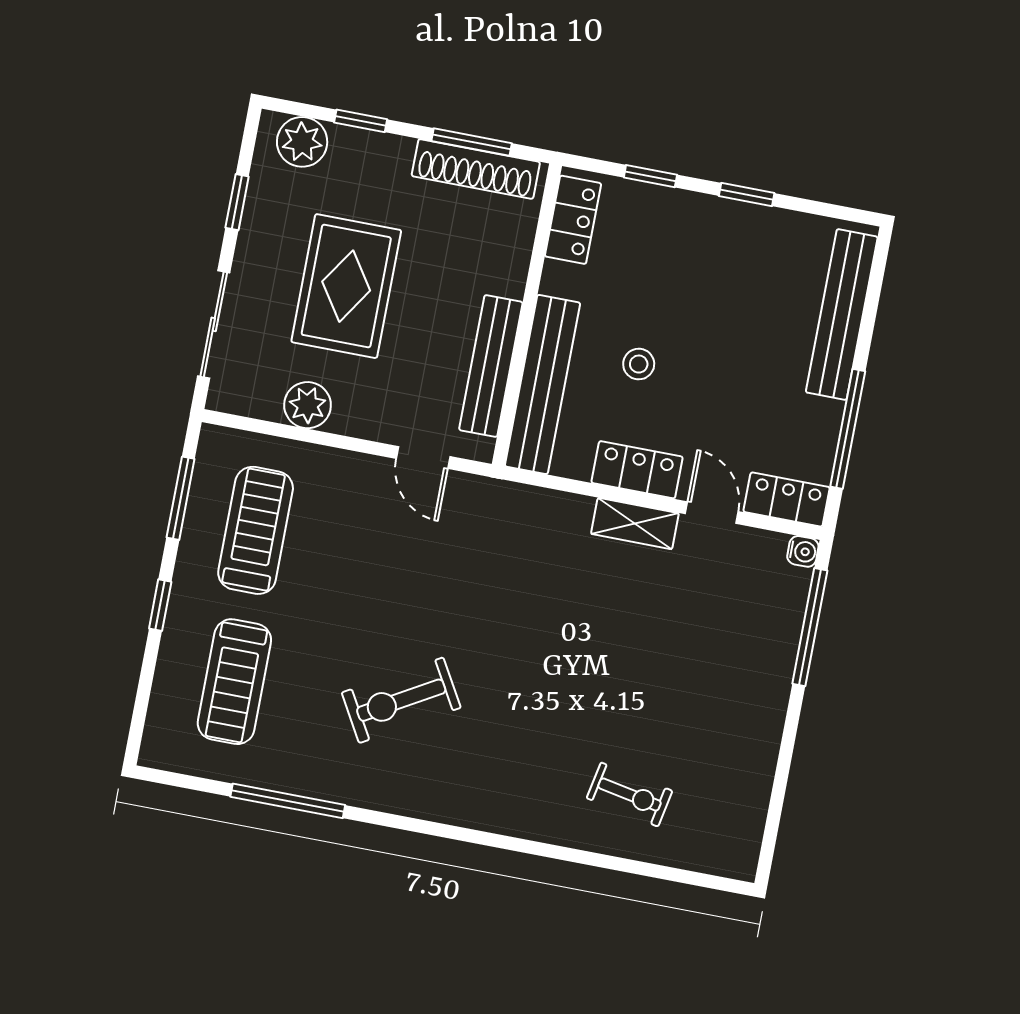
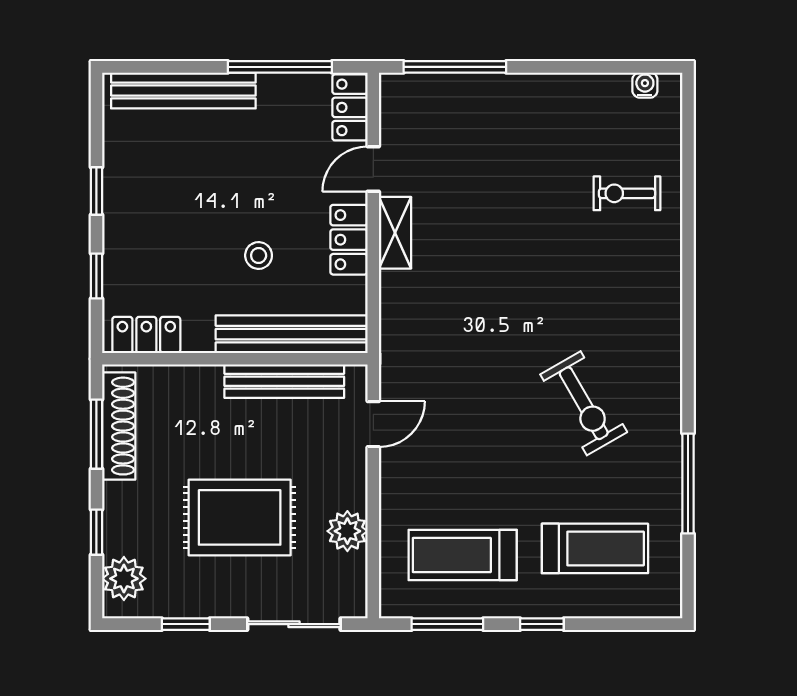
water cooler: (803, 551) -> (645, 85), moved
exercise bike: (630, 794) -> (627, 193), turned -101

